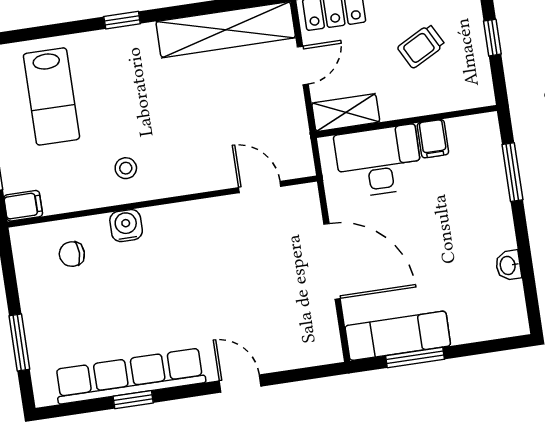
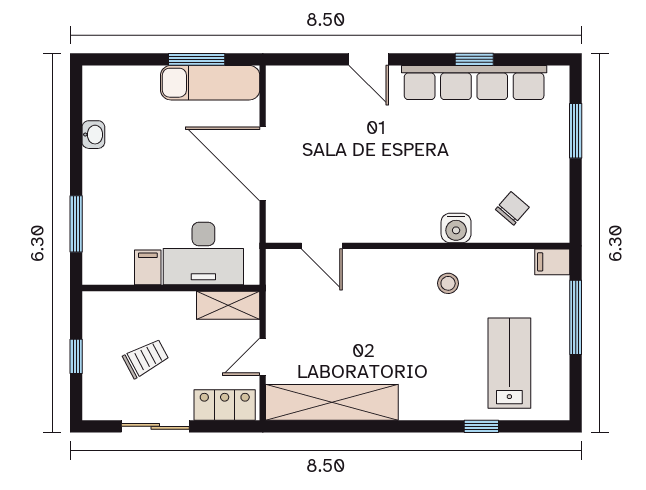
window: (122, 20) -> (481, 426), moved
chair: (72, 254) -> (512, 208), turned -49

